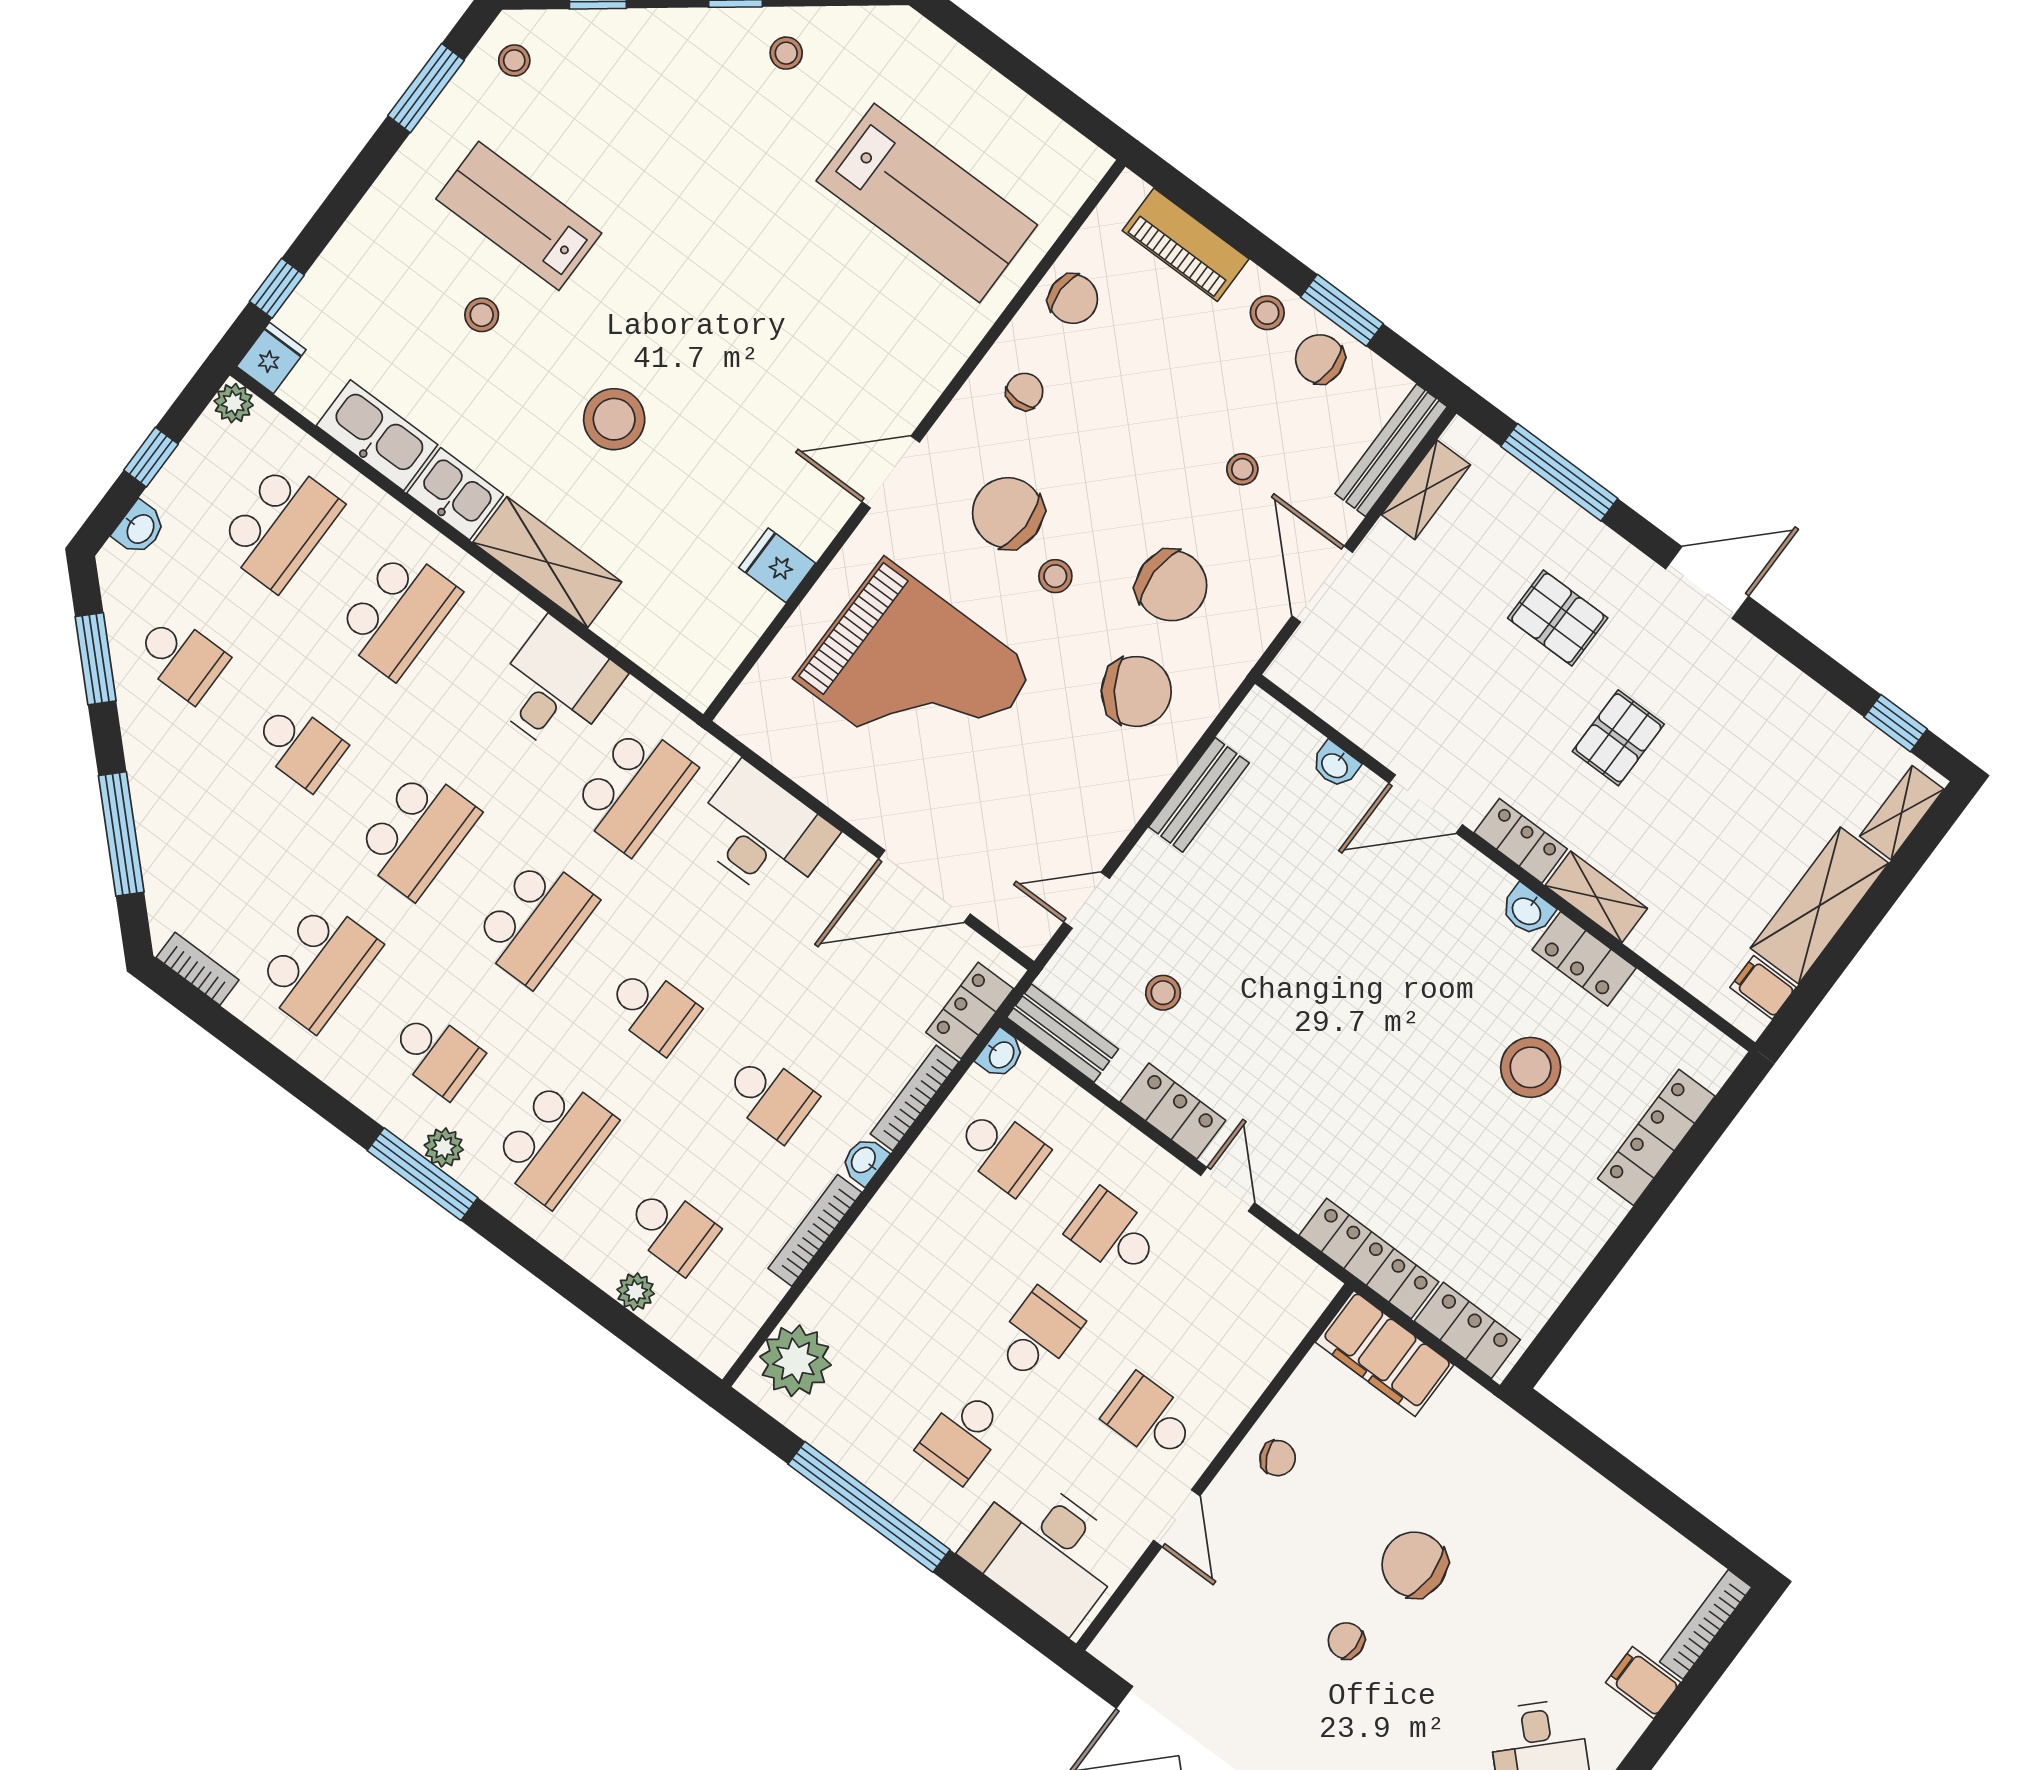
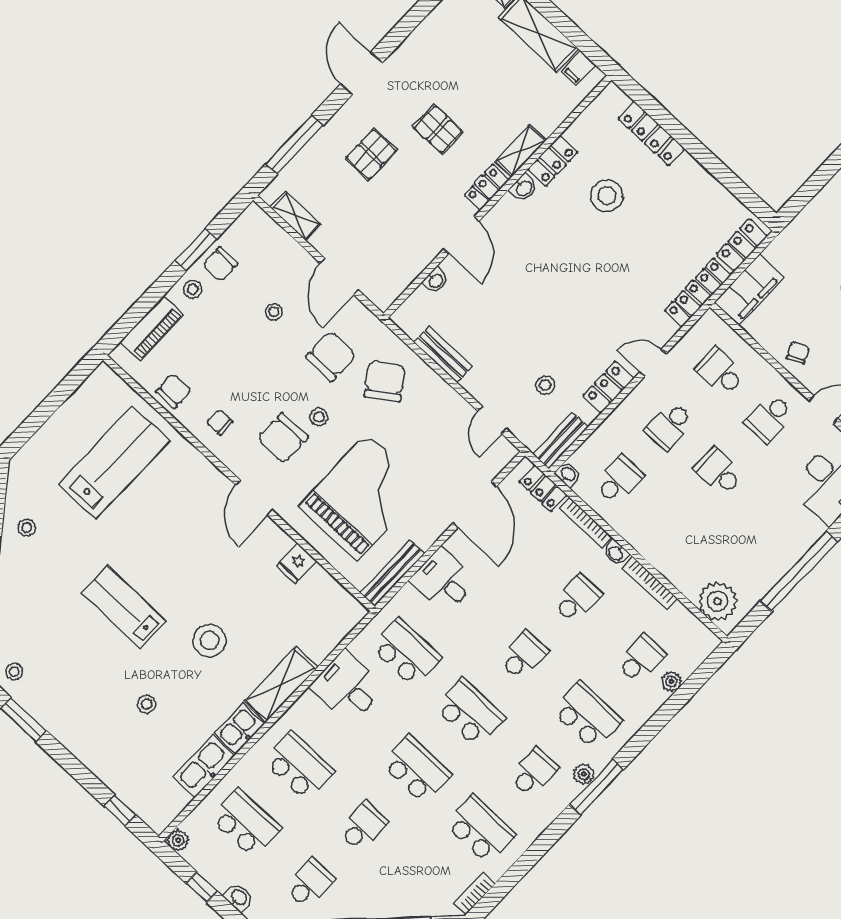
lab bench: (519, 216) -> (124, 607), moved, turned 90
fridge: (271, 358) -> (157, 818), removed
bench: (1391, 450) -> (392, 573), moved, turned 90
door: (1322, 584) -> (339, 276), hinge flipped
desk: (763, 834) -> (443, 580), width x0.73
school desk: (962, 1436) -> (720, 372), moved, turned 180

